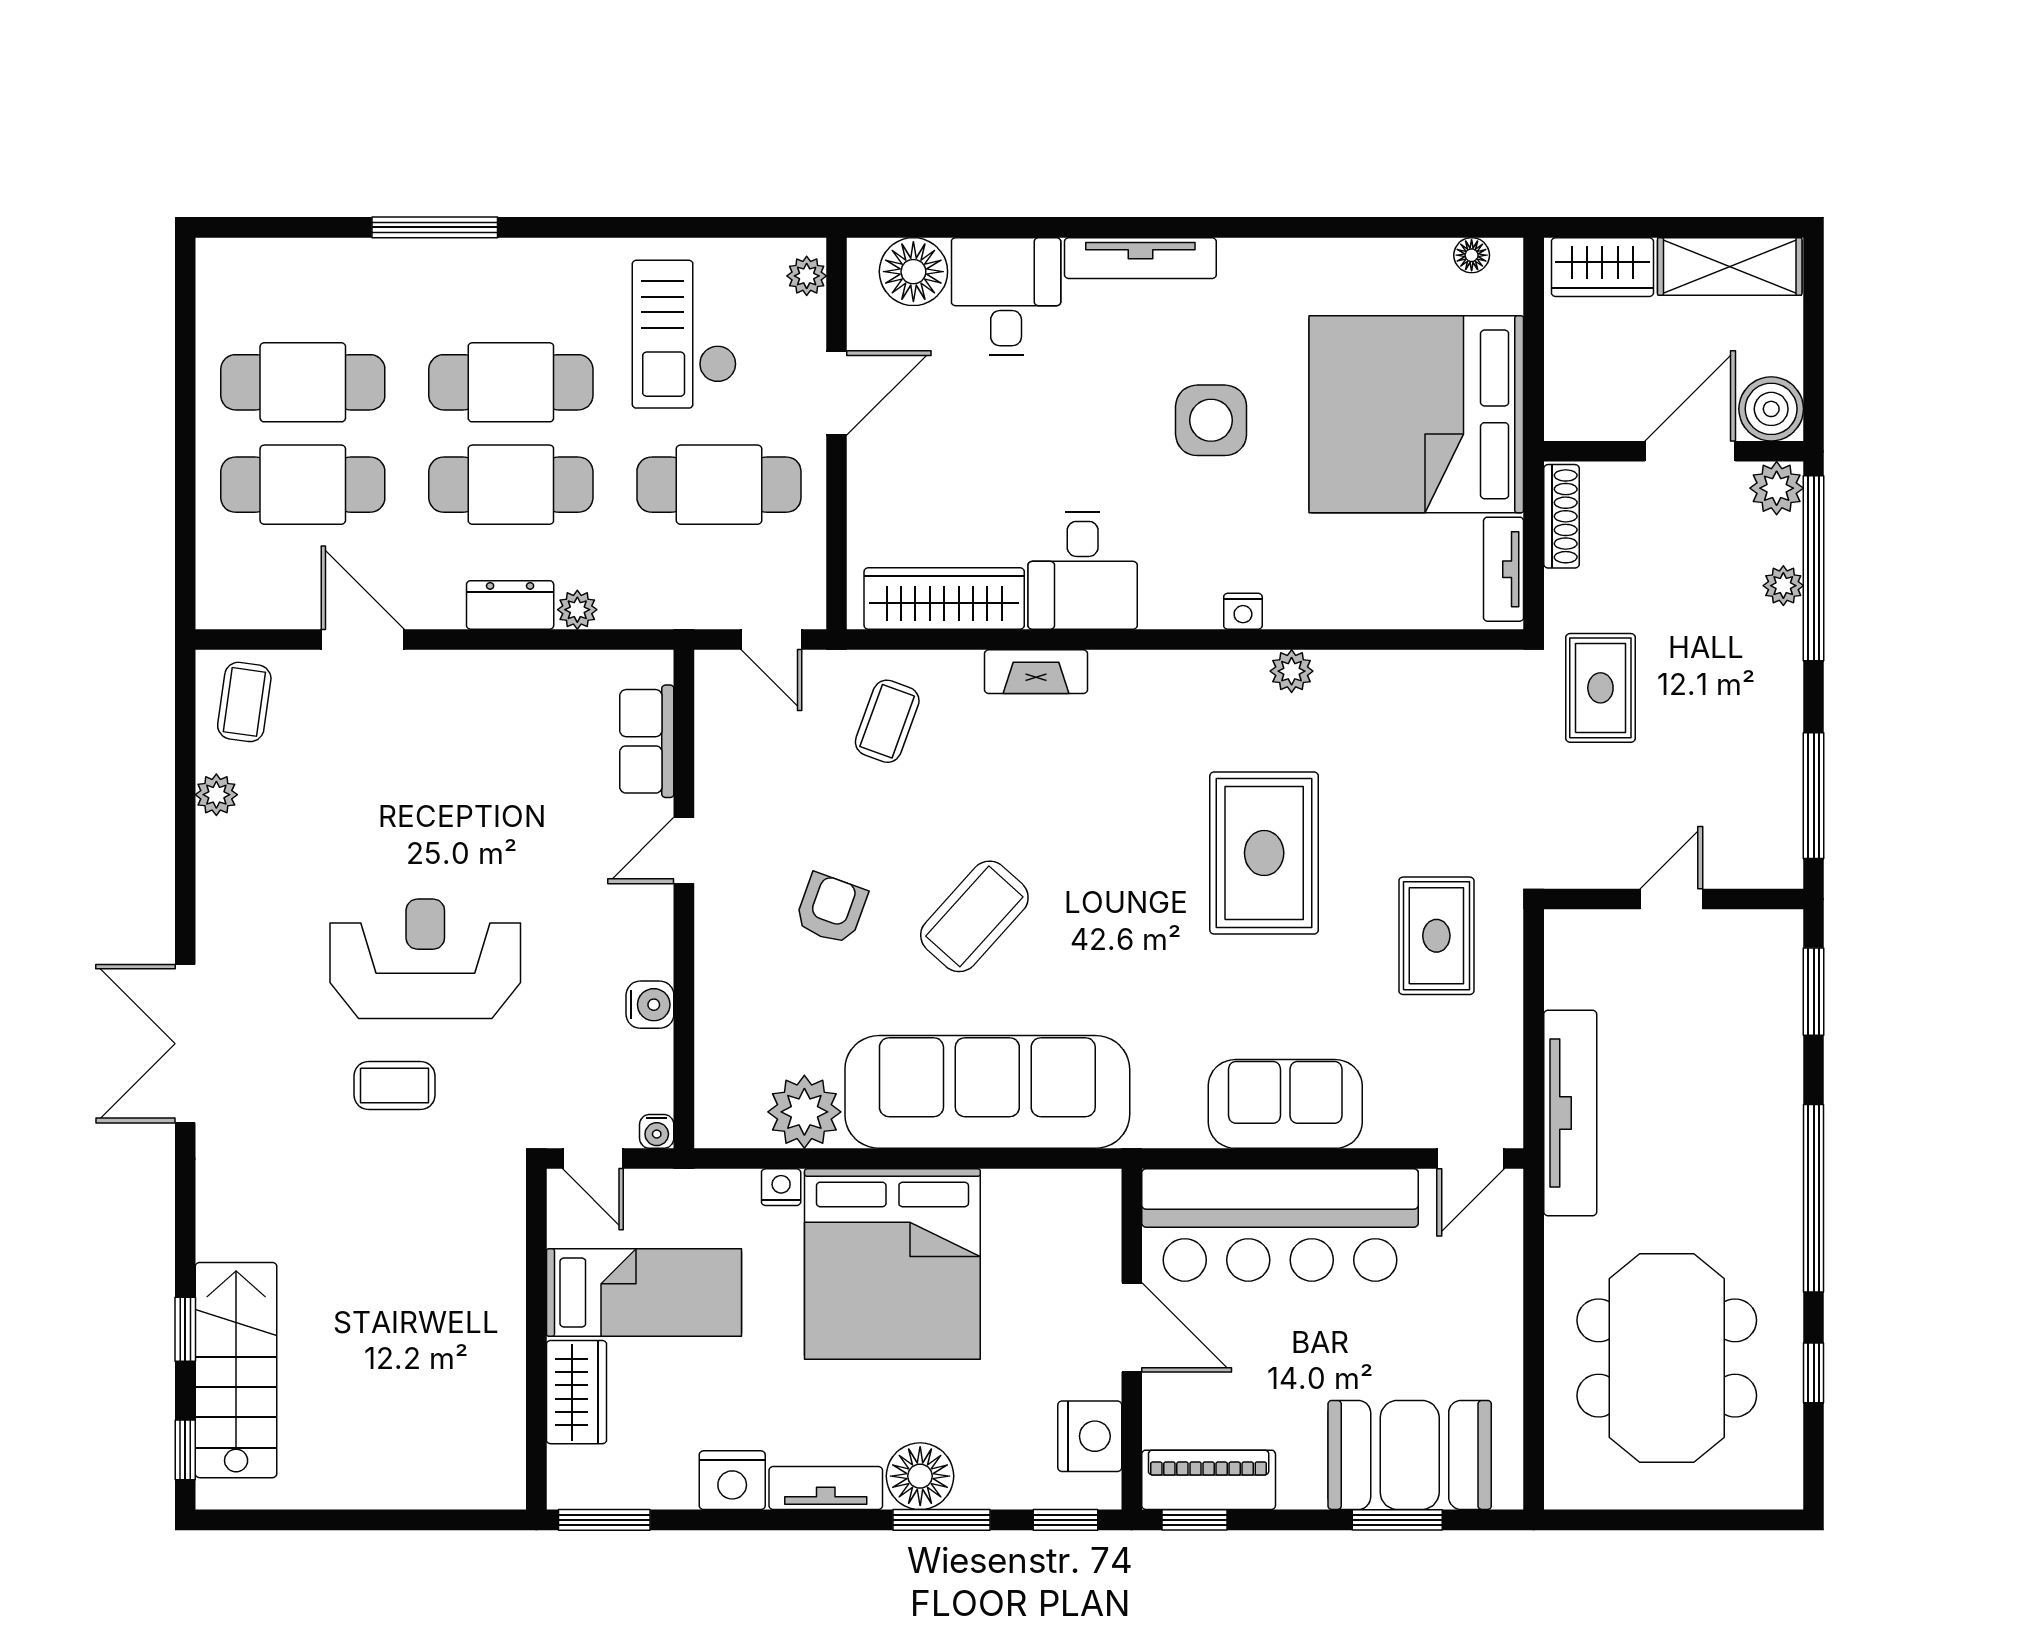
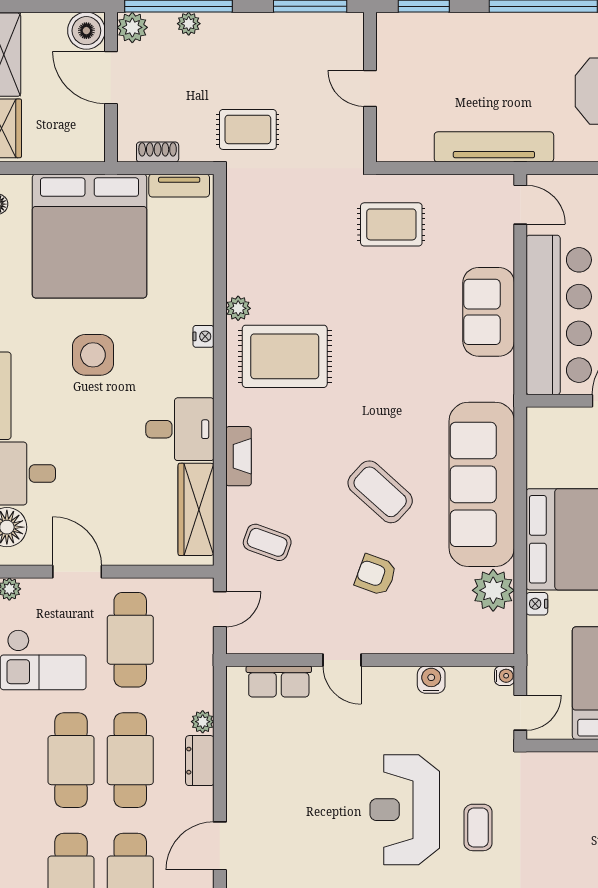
shoe rack: (1561, 516) -> (158, 152), width x0.70
rug: (1264, 853) -> (285, 356), moved

